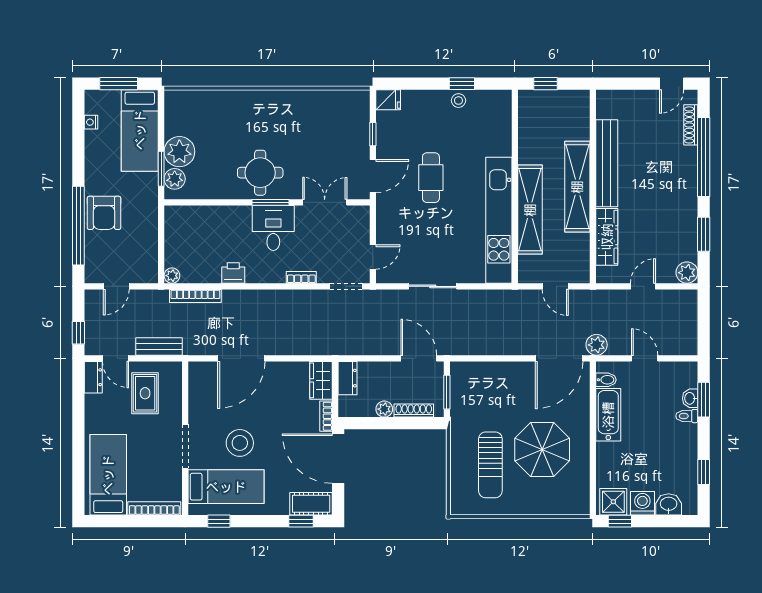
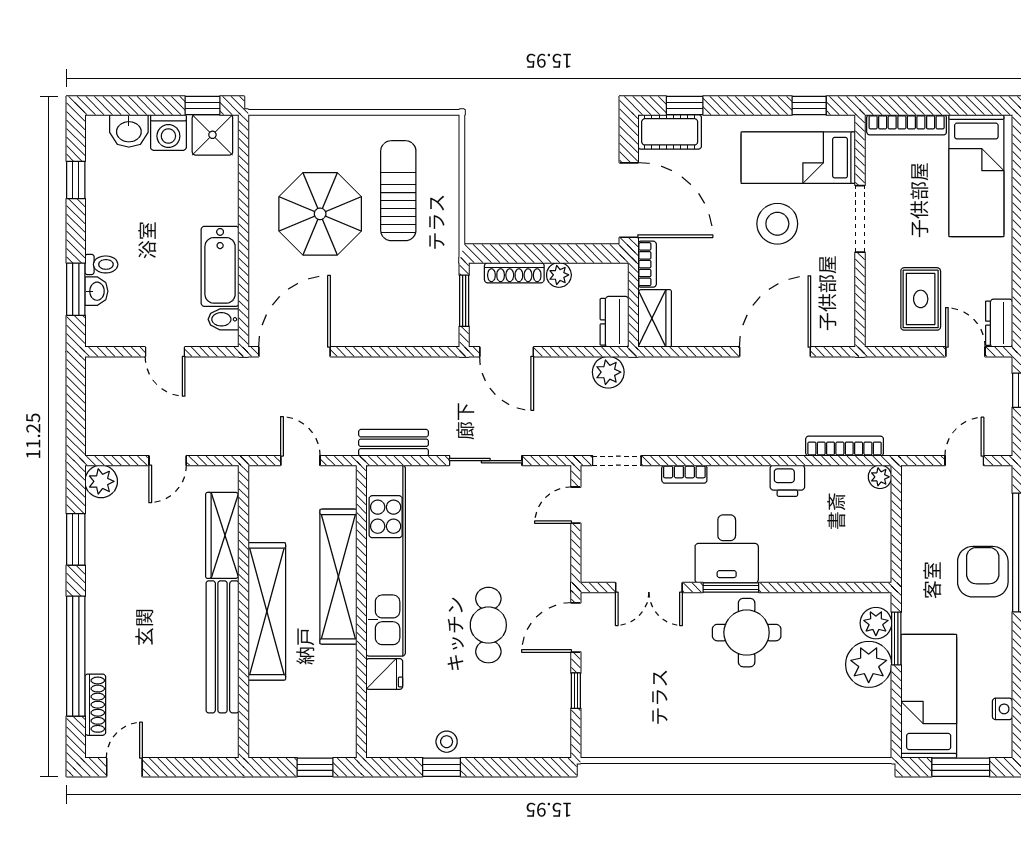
fridge: (388, 100) -> (384, 674), moved, turned 180
plant: (597, 345) -> (608, 372), moved
bench: (159, 347) -> (394, 443), moved

